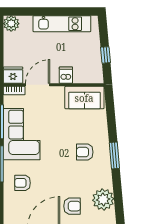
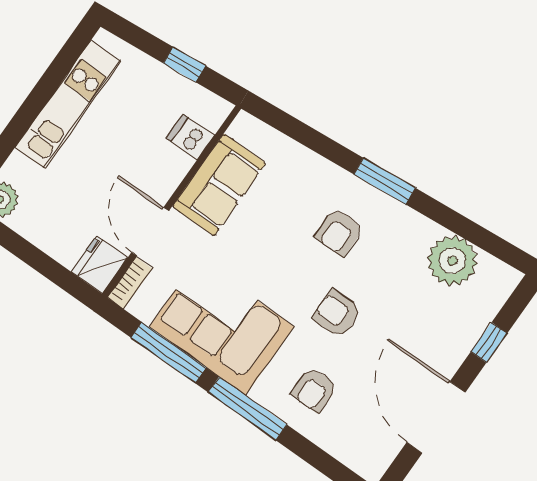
dishwasher: (66, 75) -> (190, 137), moved
sofa: (84, 98) -> (219, 185), moved
armchair: (72, 206) -> (337, 314), moved, turned -90

